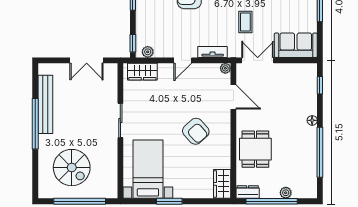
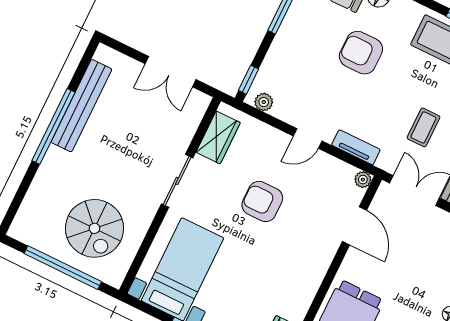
wardrobe: (142, 72) -> (218, 137), moved, turned -90
armchair: (196, 131) -> (262, 201), moved, turned 132
spiral stairs: (72, 168) -> (94, 228), moved

